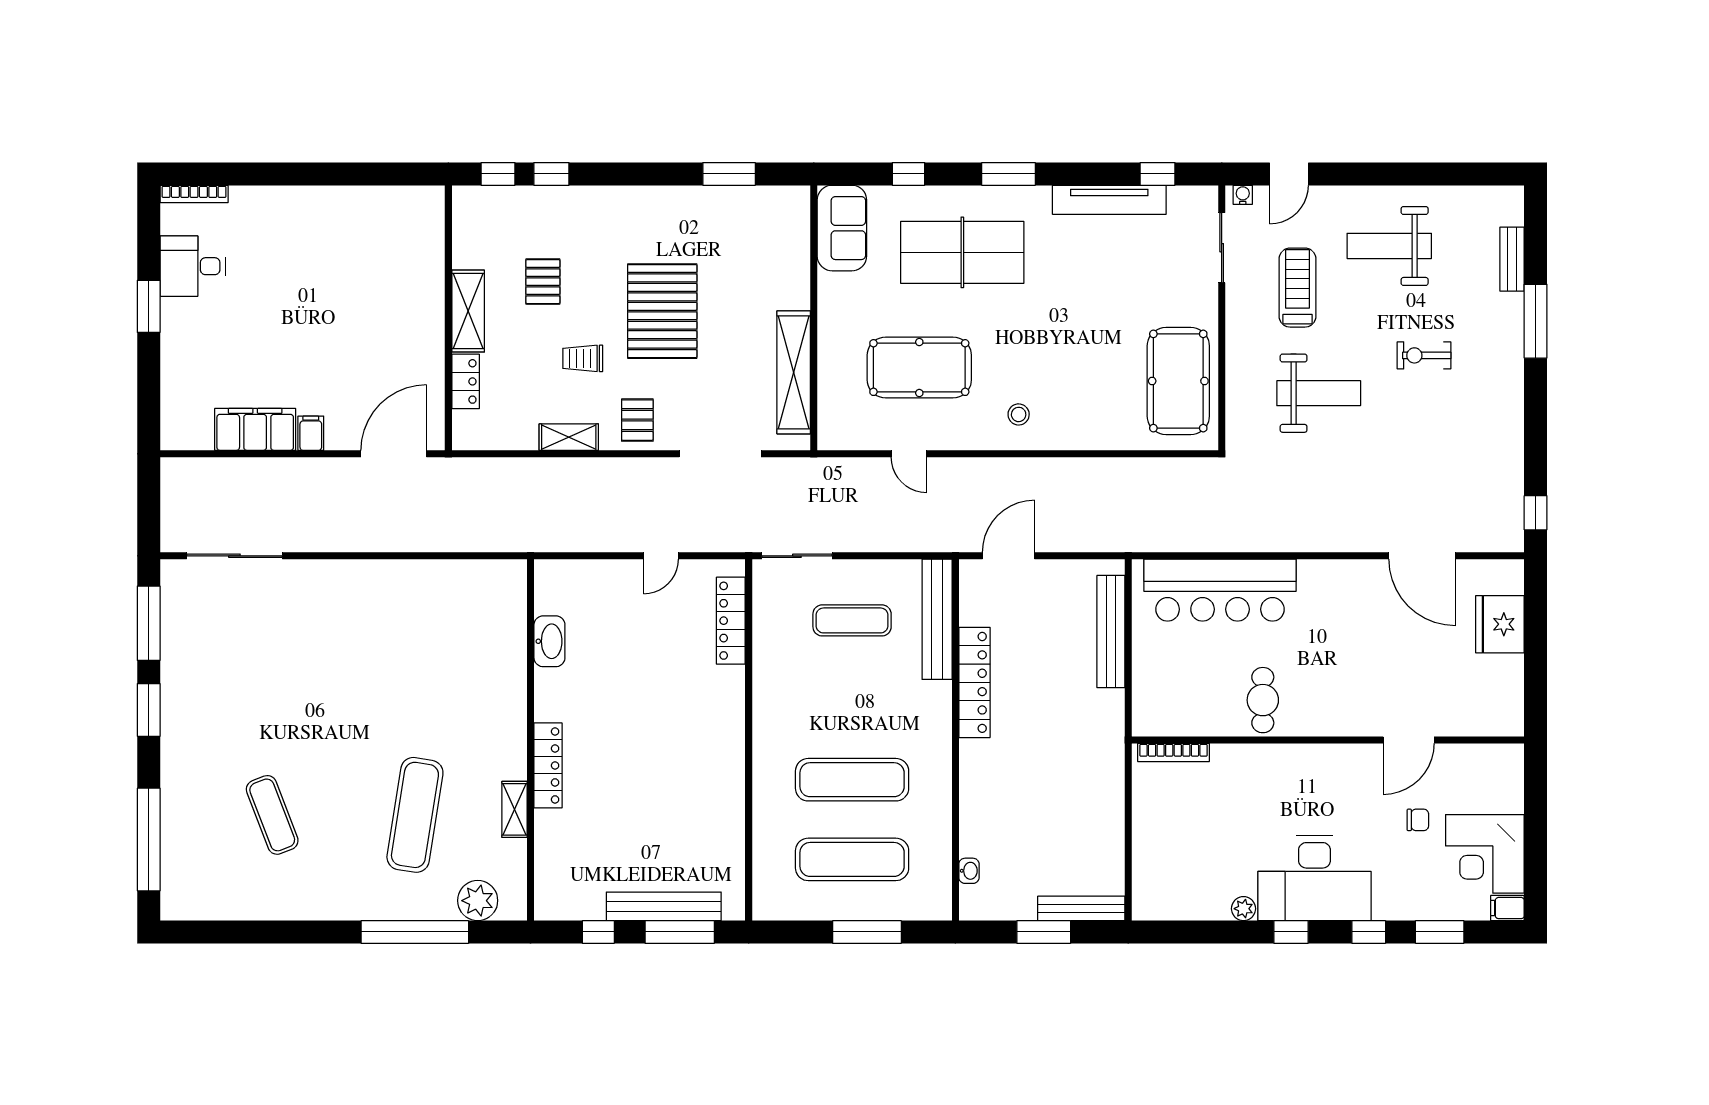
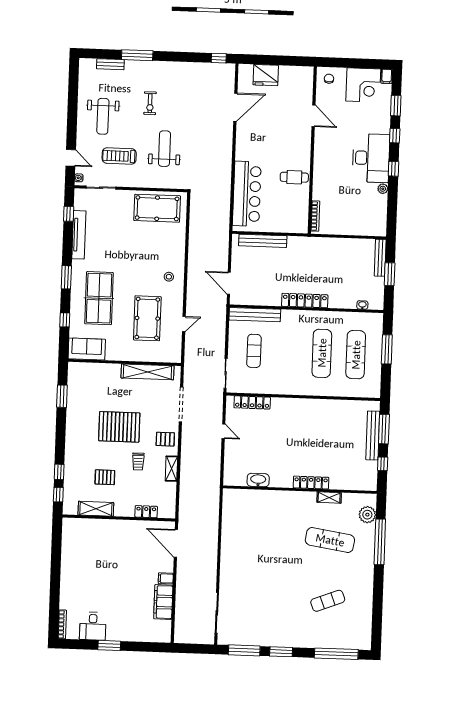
shelving: (468, 311) -> (96, 509), moved
locker: (974, 682) -> (305, 301), moved
chair: (1418, 820) -> (329, 79), moved

